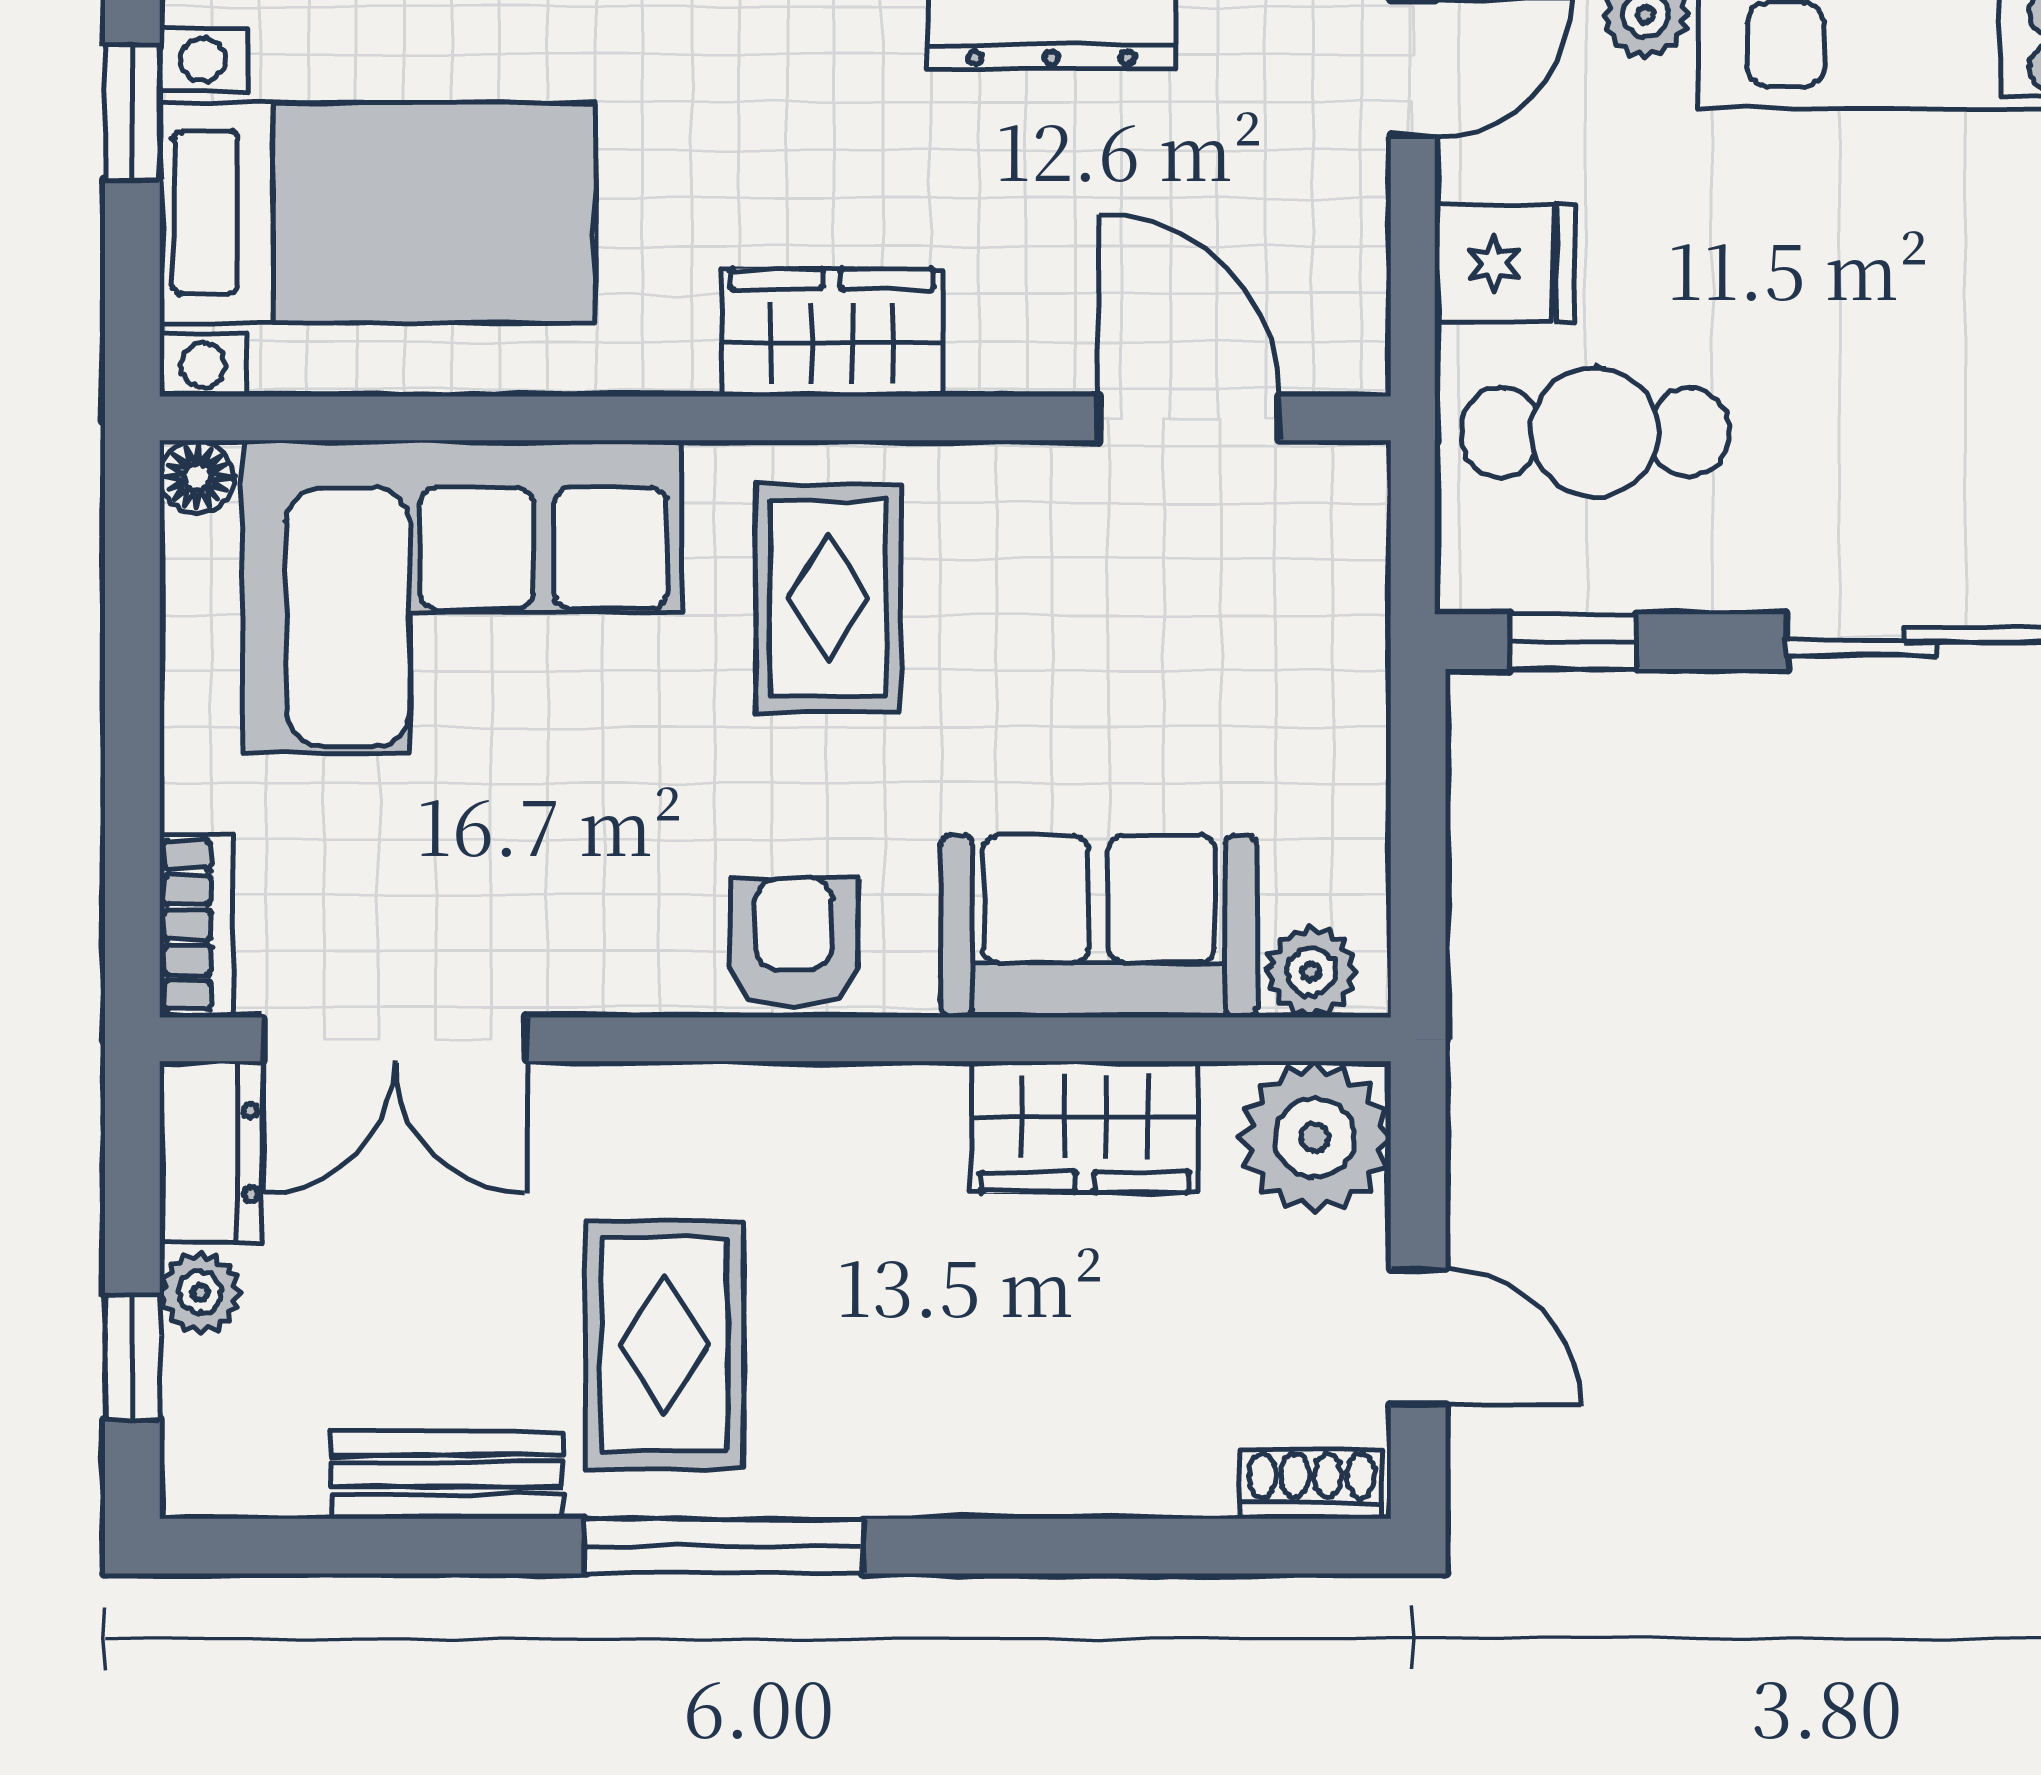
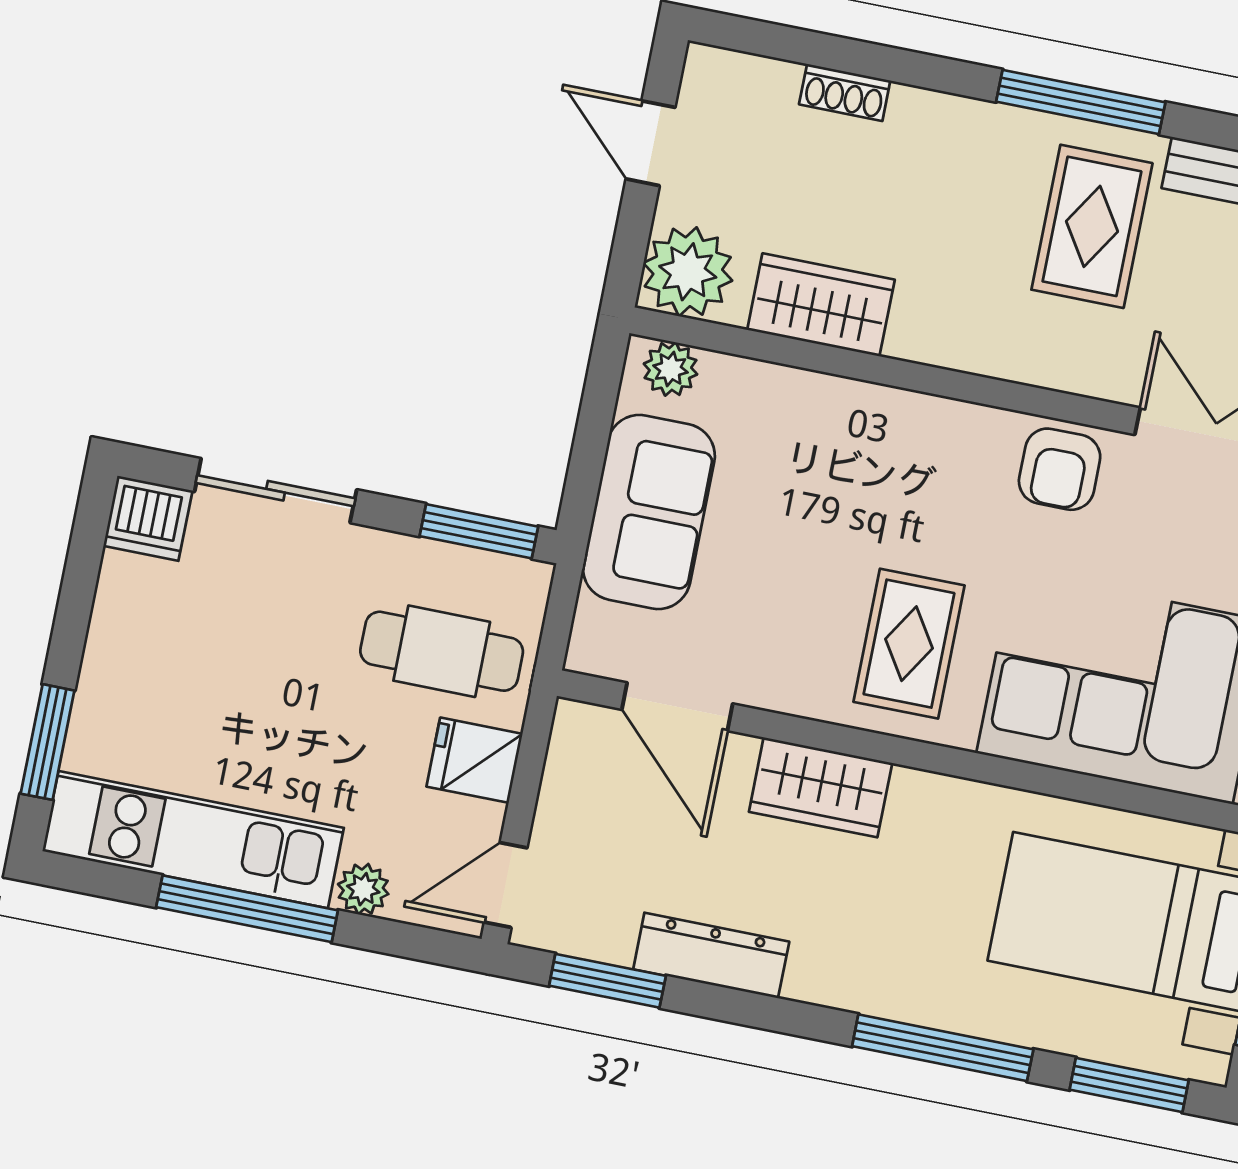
wardrobe: (832, 333) -> (821, 787), moved
window: (1573, 642) -> (479, 531), width x1.50
sofa: (1099, 926) -> (649, 512), moved, turned -90
armchair: (794, 942) -> (1060, 469), moved
shoe rack: (1311, 1484) -> (845, 92), moved

